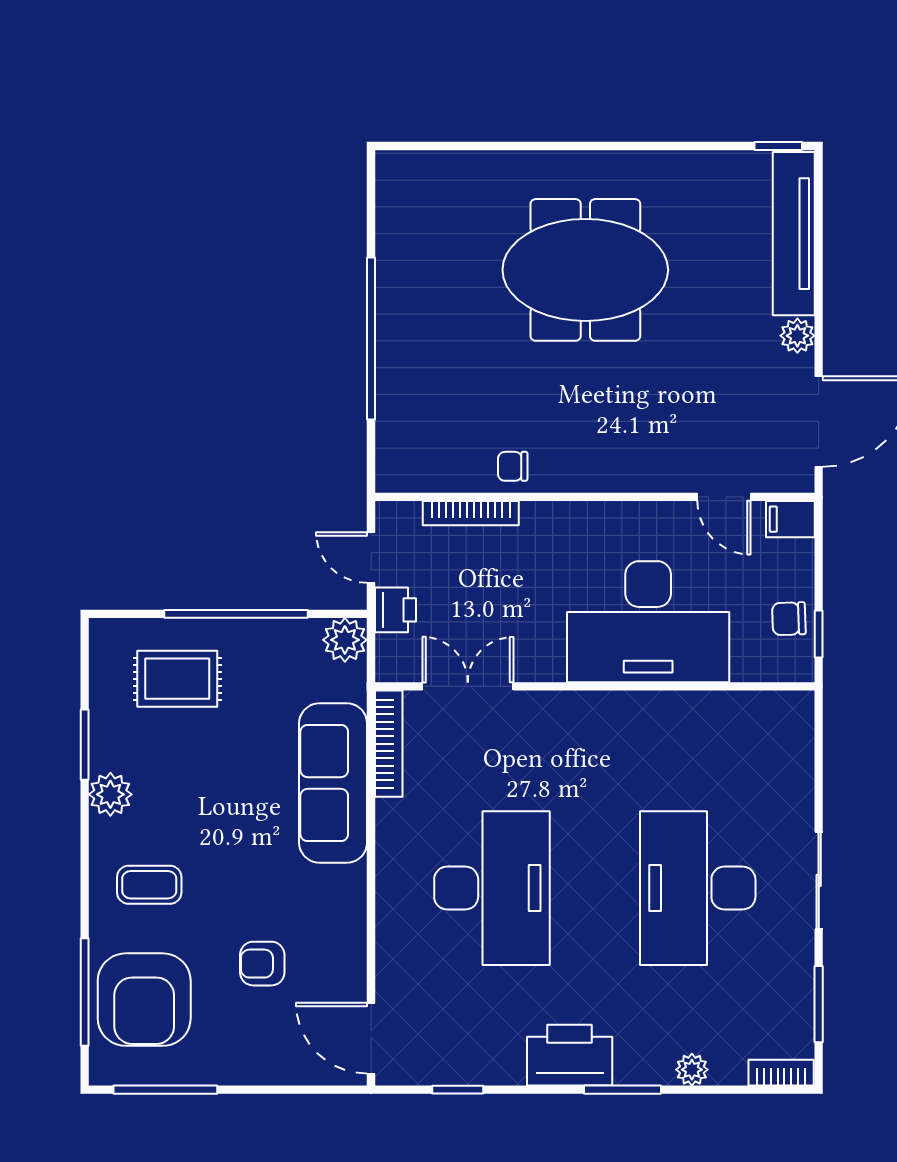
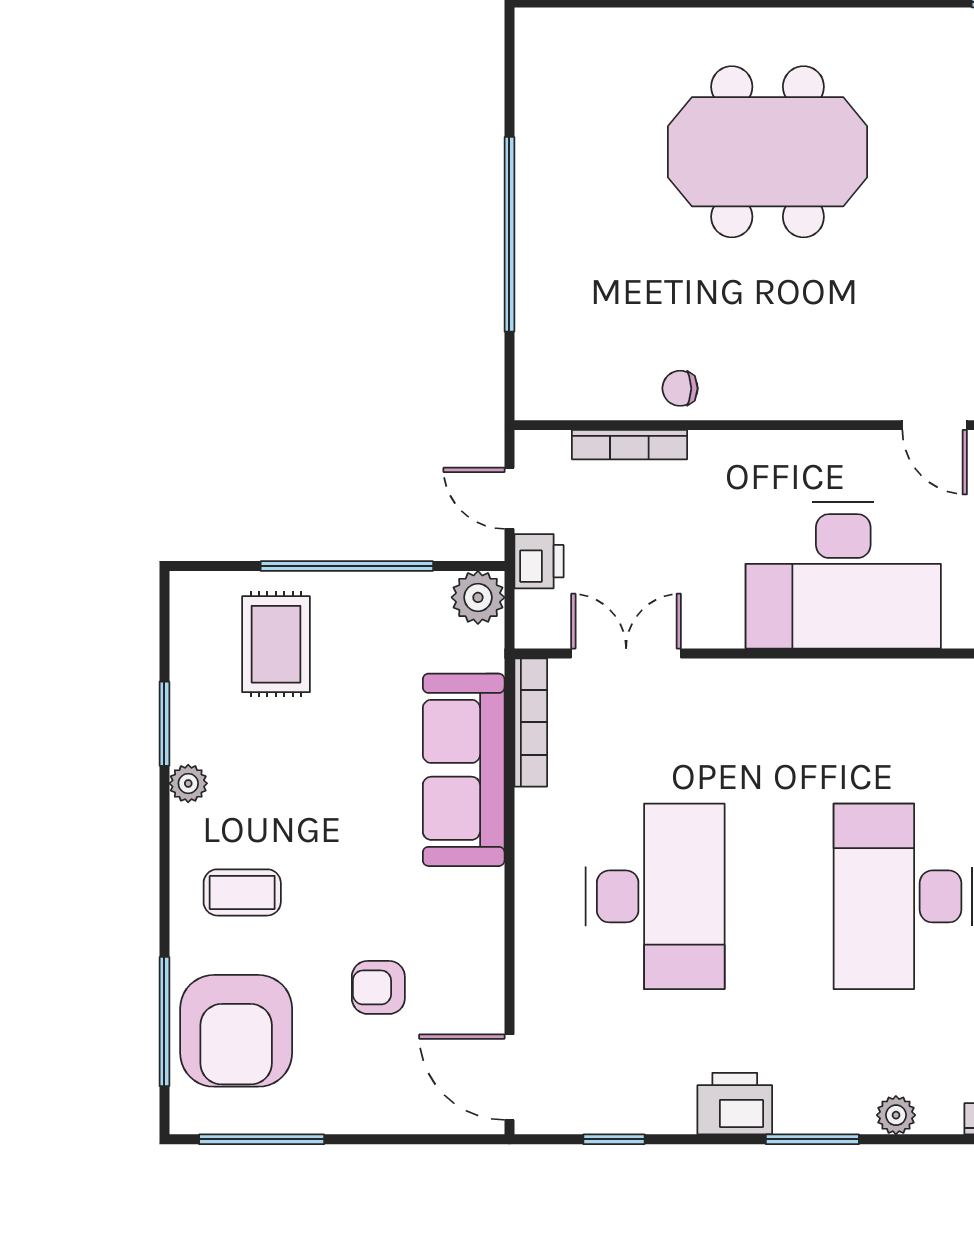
rug: (177, 679) -> (276, 644), turned 90
plant: (110, 794) -> (188, 783), width x0.73, depth x0.73
printer: (570, 1055) -> (735, 1104), width x0.73, depth x0.84

